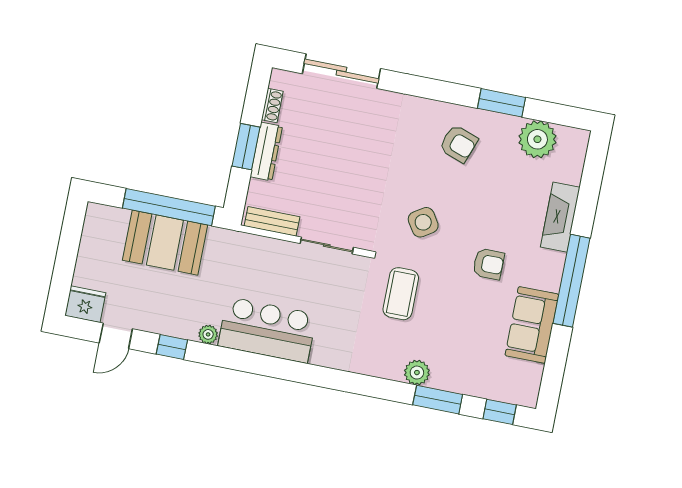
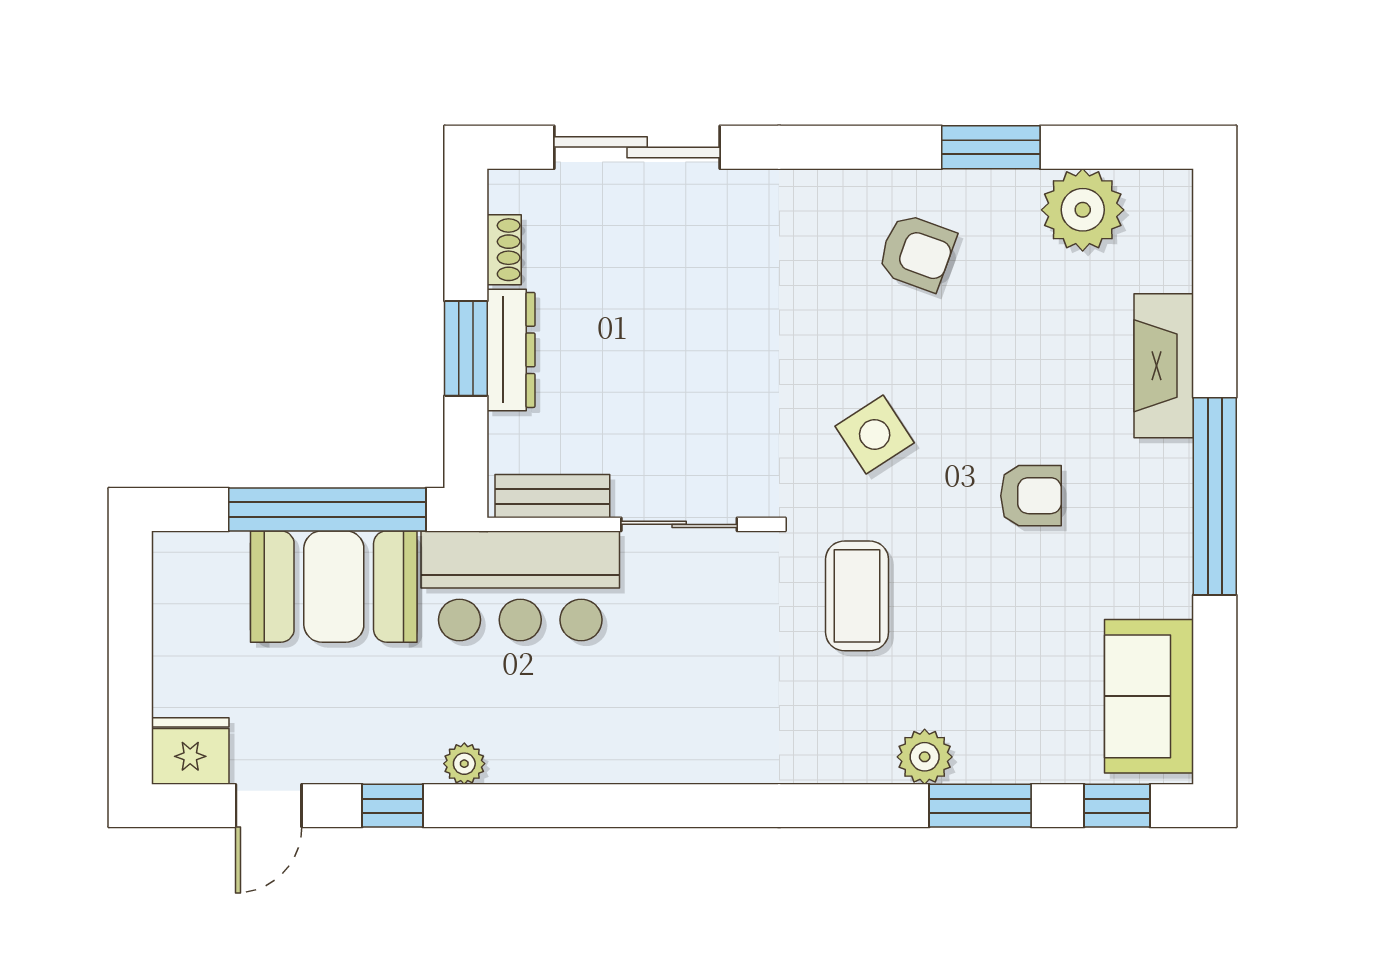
sofa: (532, 325) -> (1149, 696), moved
bar counter: (267, 330) -> (520, 586), moved, turned 180

